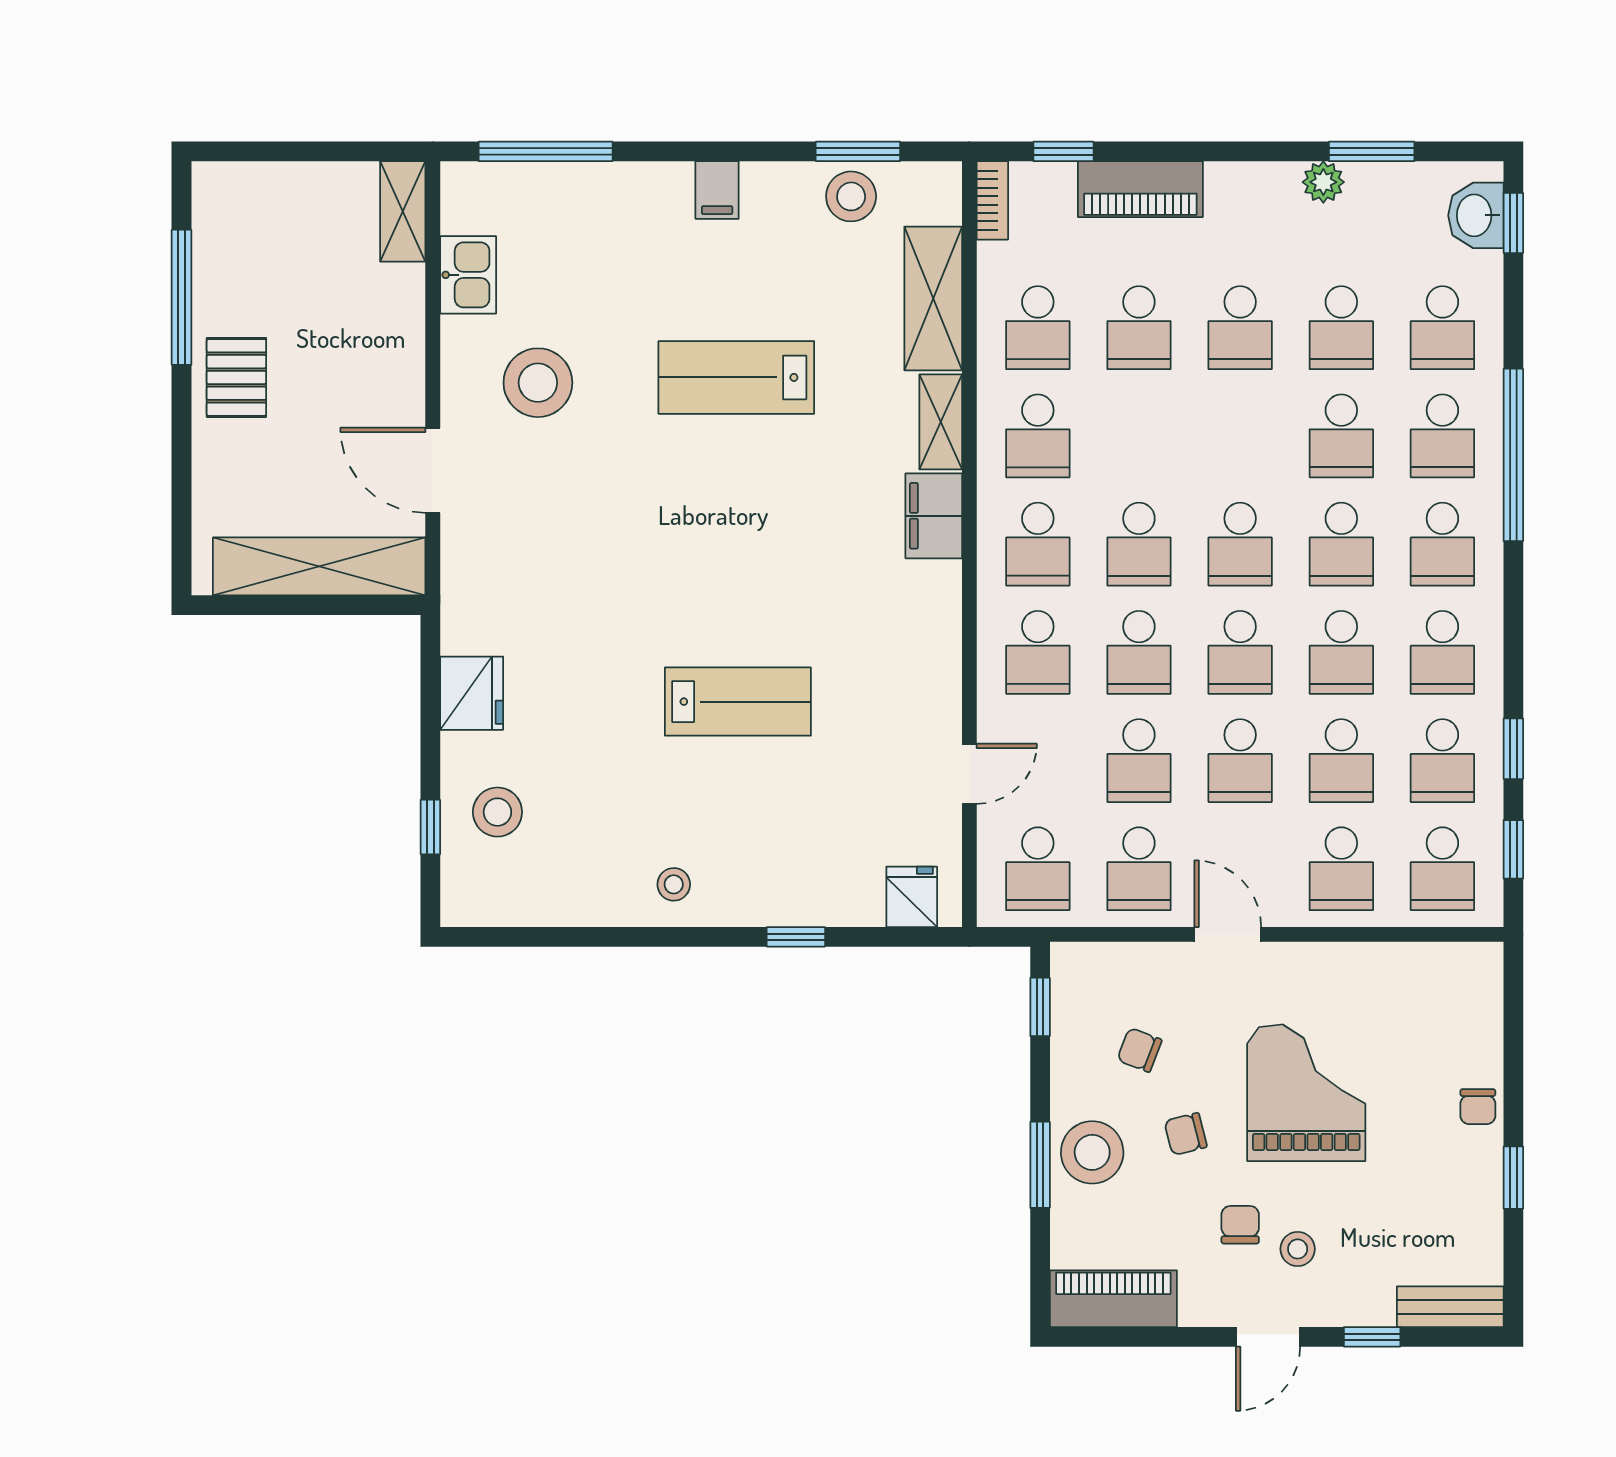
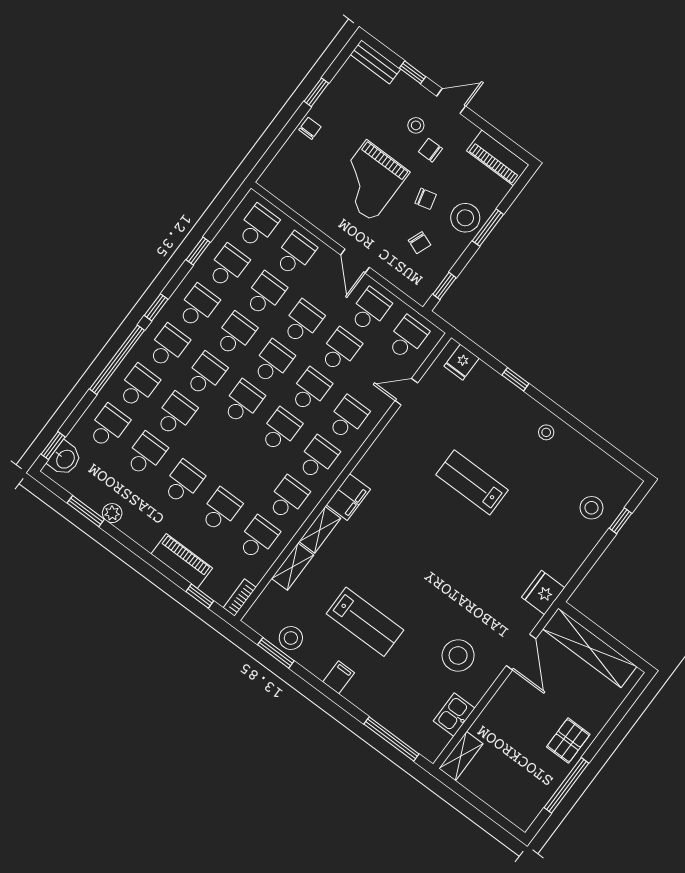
shelving: (933, 299) -> (293, 567), width x0.67, depth x0.75
lab bench: (736, 377) -> (365, 622), moved
fridge: (472, 693) -> (543, 592), moved
window: (1513, 849) -> (156, 307), moved
chair: (1240, 1225) -> (430, 150), turned 90

